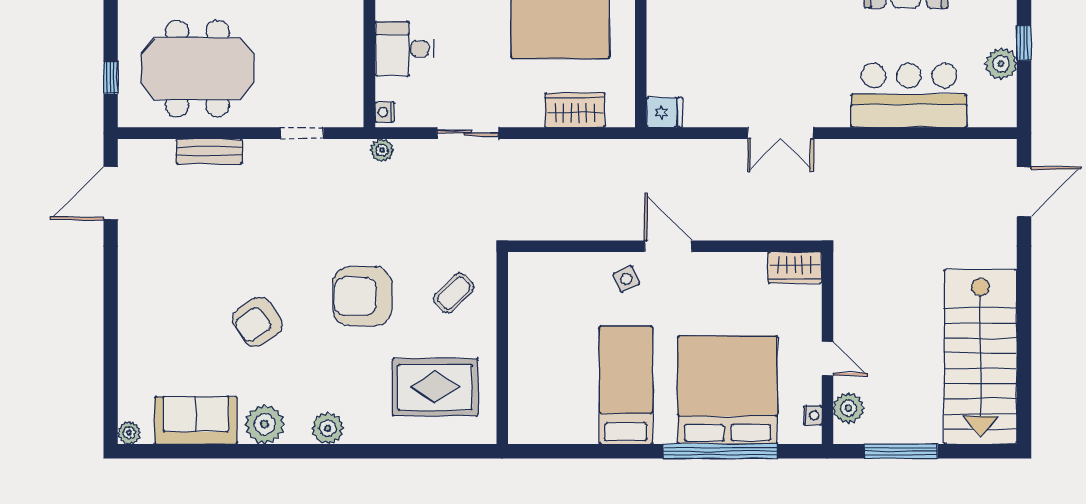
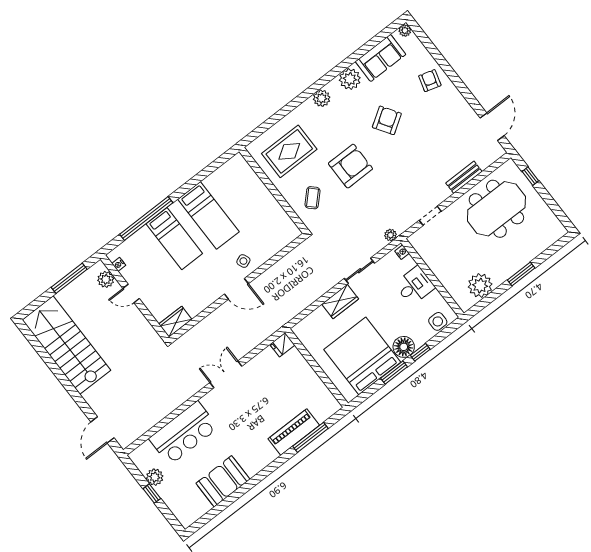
wardrobe: (575, 110) -> (340, 302), moved
armchair: (149, 331) -> (430, 81), added
bed: (727, 390) -> (174, 239), width x0.49

